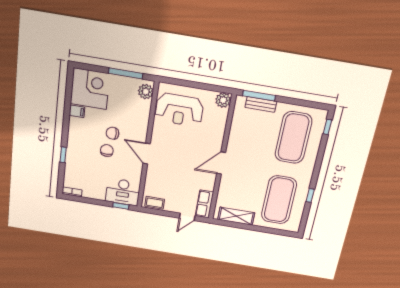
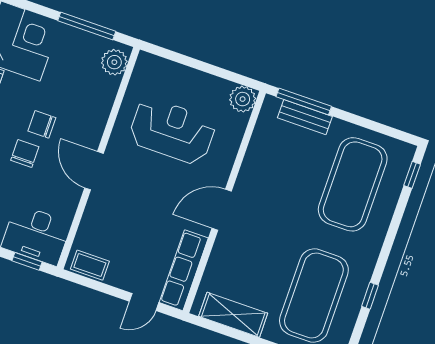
reception desk: (179, 110) -> (172, 131), moved, turned 180
row of seats: (204, 204) -> (184, 270), width x1.48

